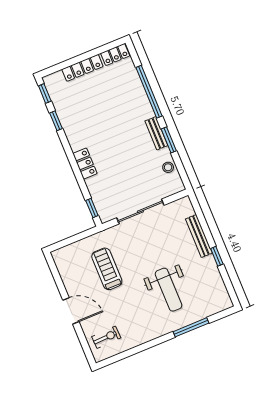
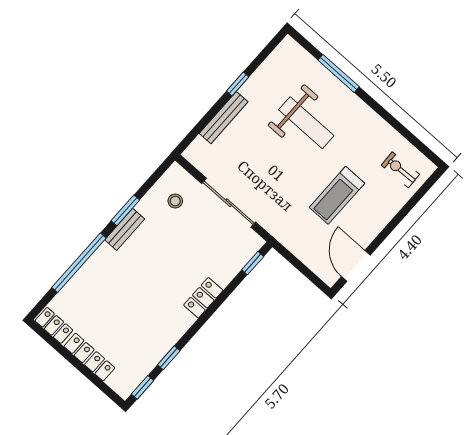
stool: (168, 167) -> (175, 201), moved
treadmill: (107, 269) -> (337, 195), moved
weight bench: (169, 290) -> (306, 123), turned 90
door: (71, 311) -> (356, 266), moved

